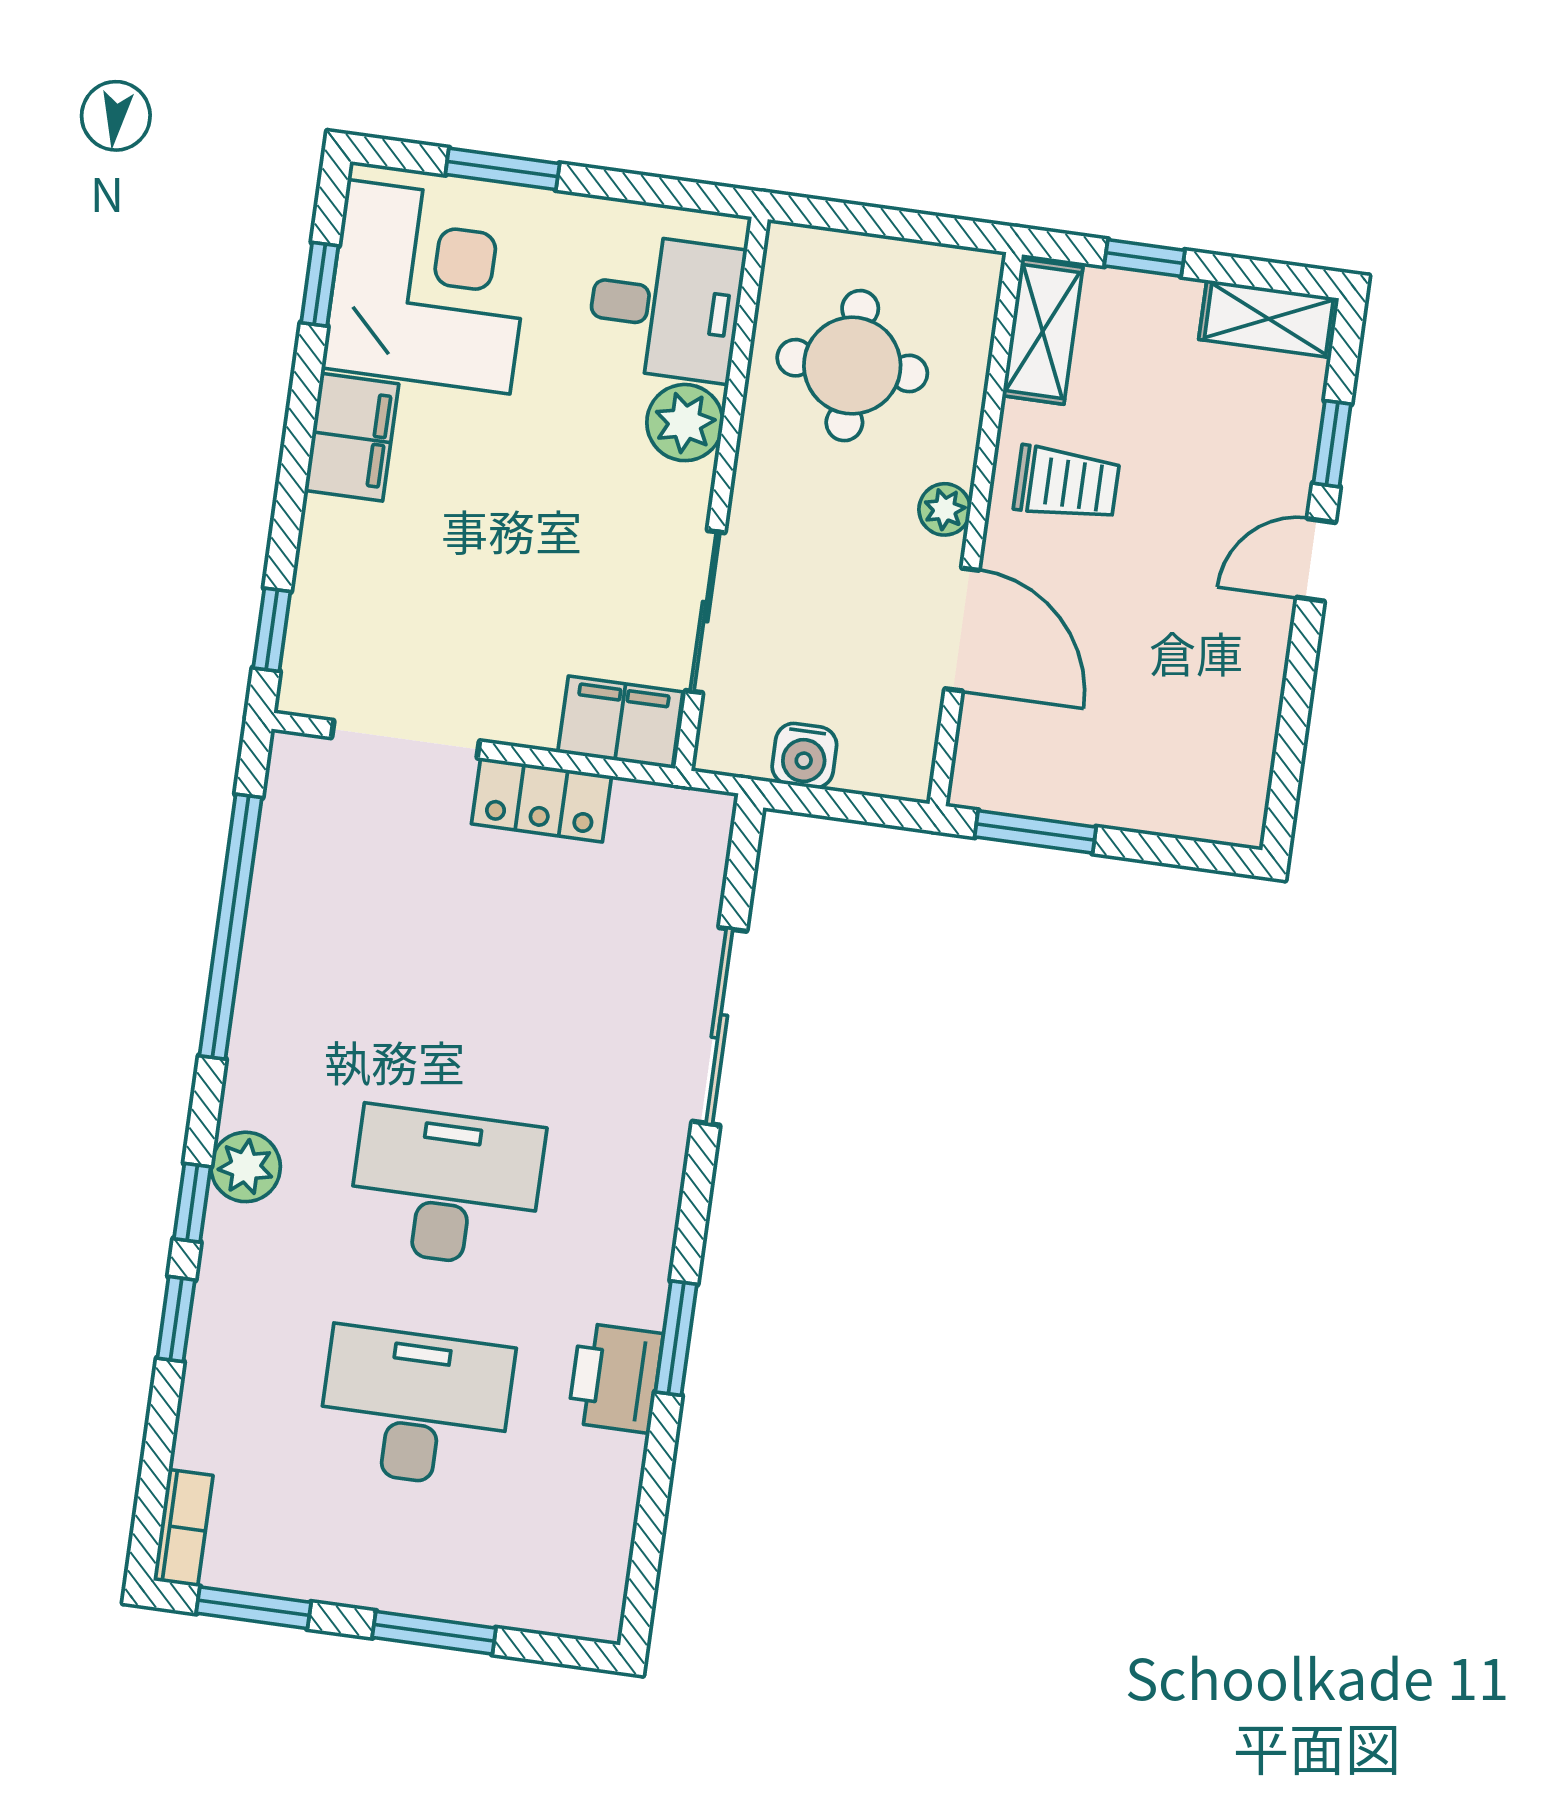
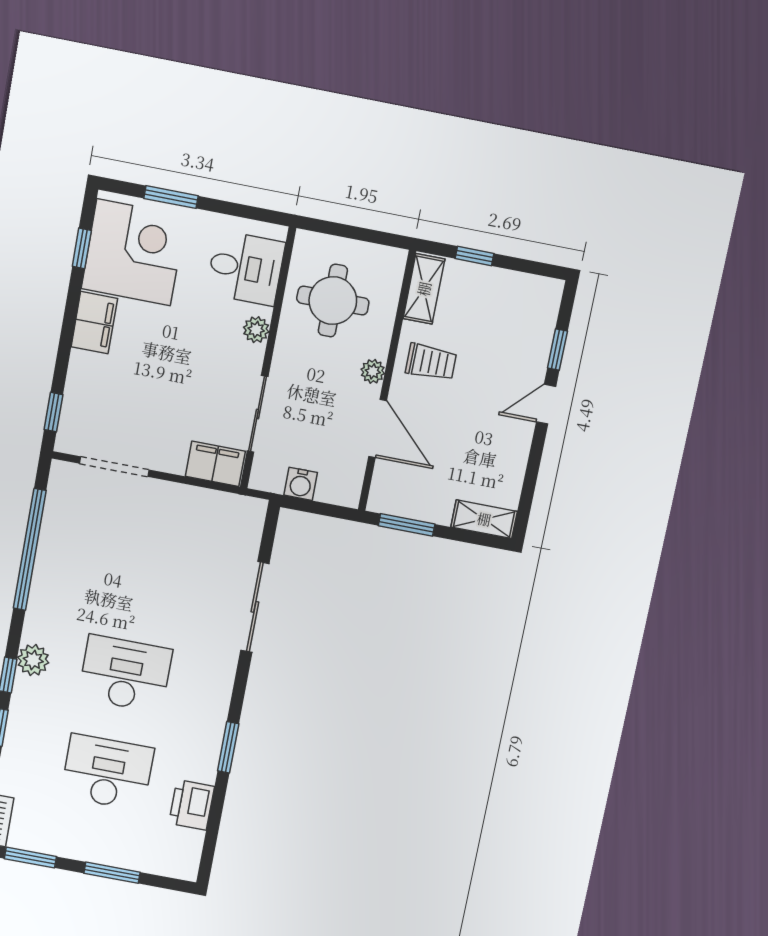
shelving: (1269, 319) -> (484, 519), moved
plant: (685, 423) -> (256, 330), width x0.73, depth x0.73
locker: (541, 800) -> (177, 498), removed
printer: (615, 1378) -> (192, 805), moved

